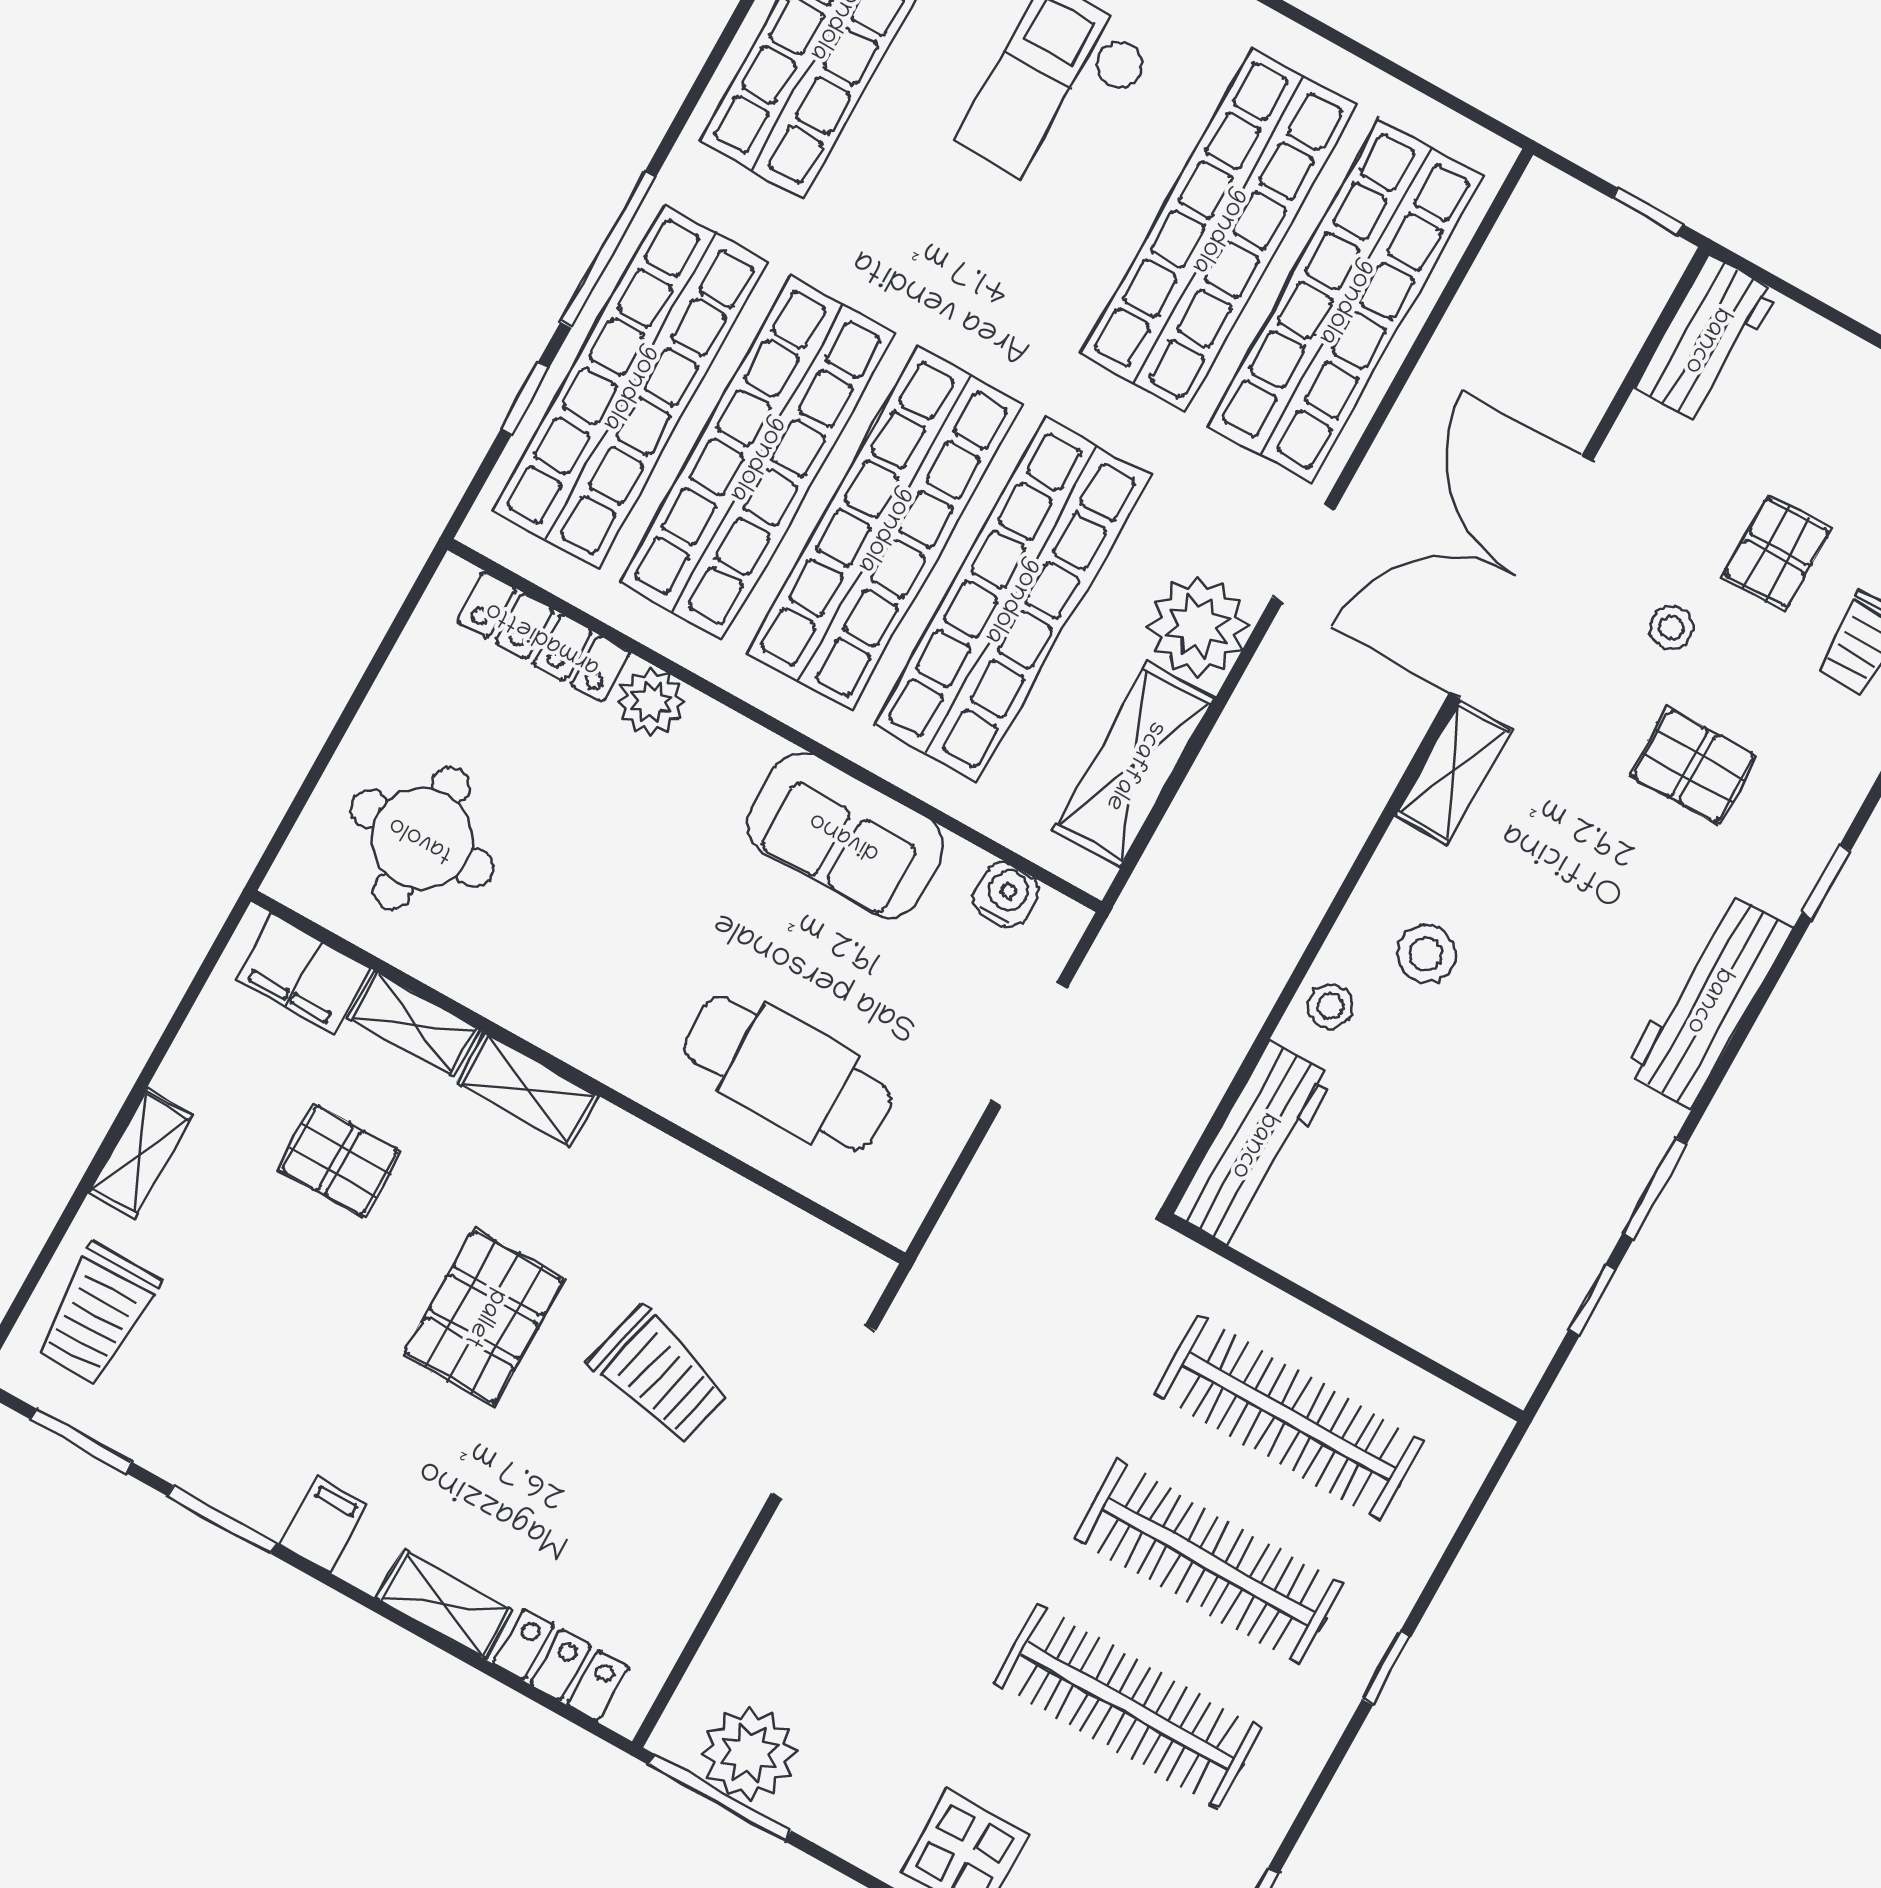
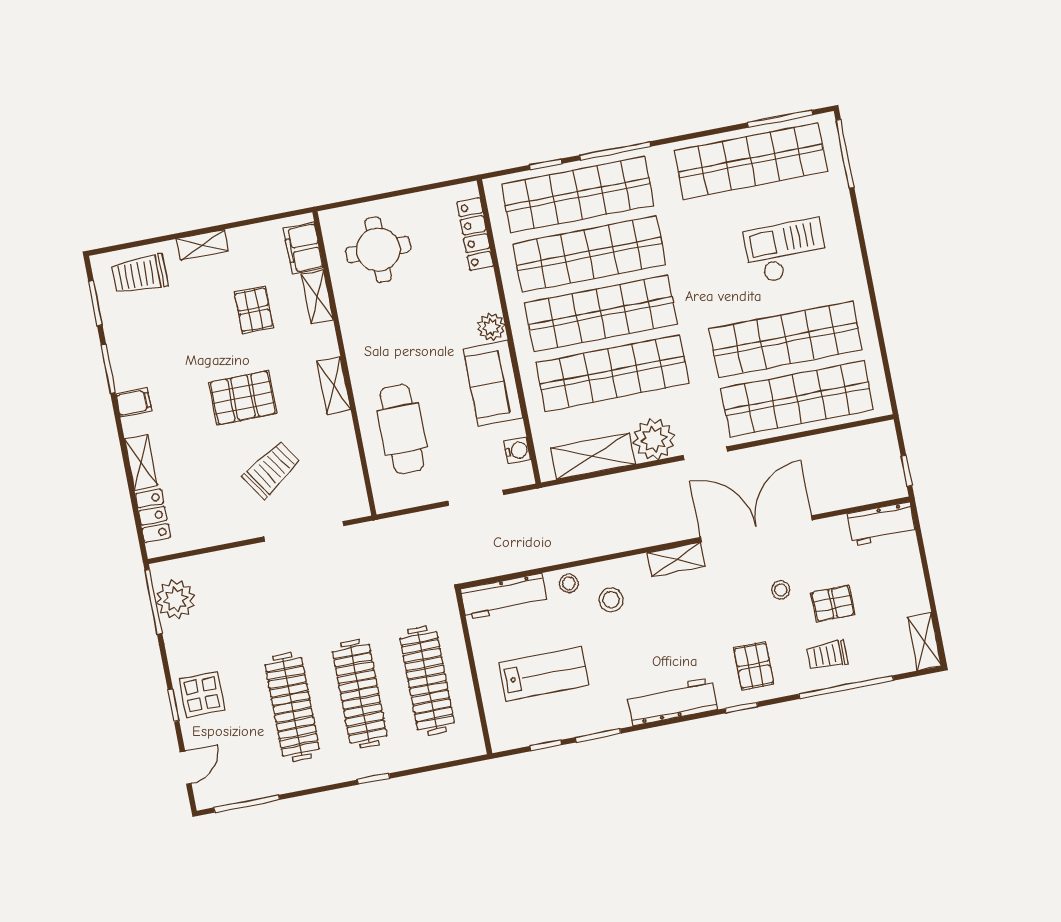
plant: (651, 702) -> (491, 327), moved
pallet: (1694, 766) -> (754, 666), moved
shelving: (527, 1089) -> (334, 386), moved
lab bench: (1458, 1193) -> (544, 674), added
trolley: (660, 1376) -> (271, 470), turned -138

